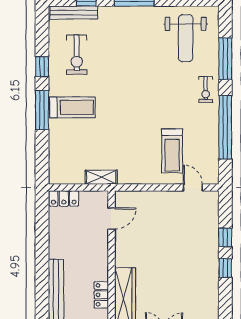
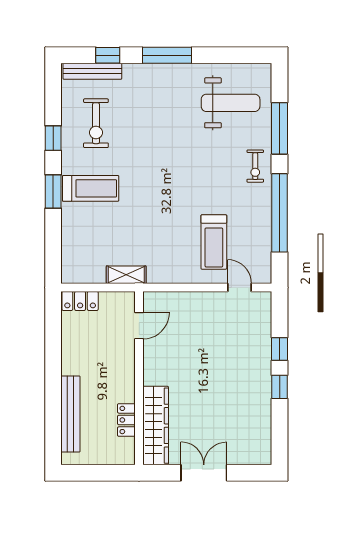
weight bench: (186, 38) -> (231, 103), turned -90
window: (42, 110) -> (53, 192), width x0.69

